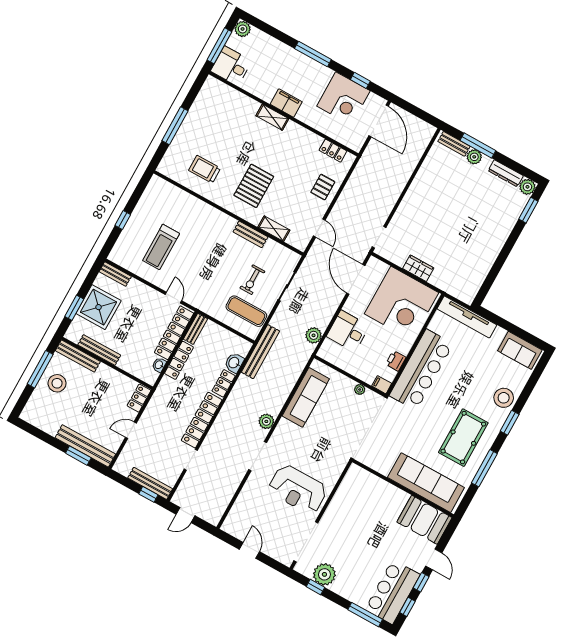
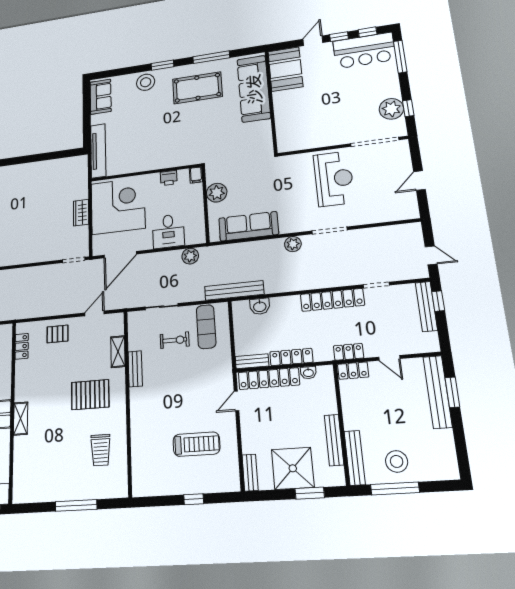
bar counter: (421, 370) -> (163, 154), removed
locker: (224, 383) -> (349, 352), moved, turned 180
plant: (360, 389) -> (217, 193), width x1.87, depth x1.87

